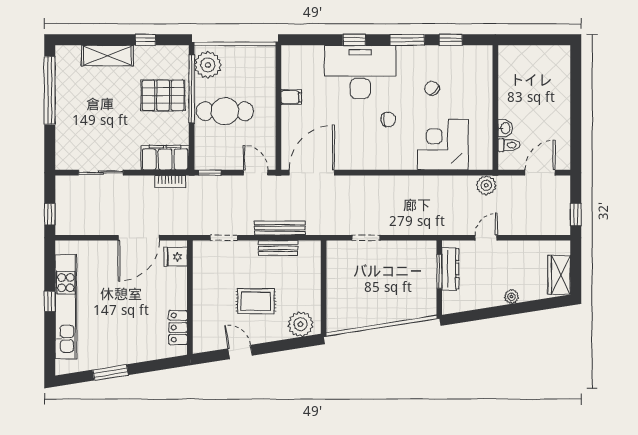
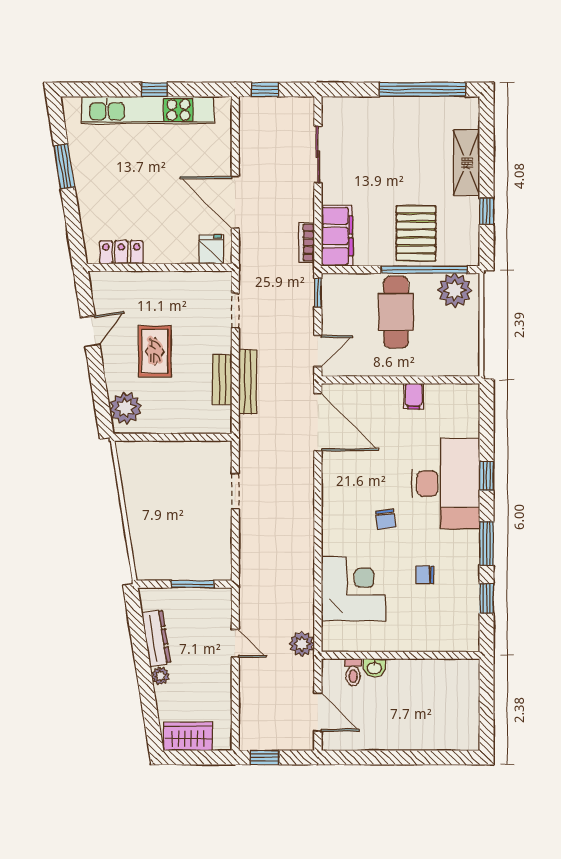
chair: (432, 88) -> (425, 575), turned -137
dresser: (450, 269) -> (156, 638), moved, turned -99

